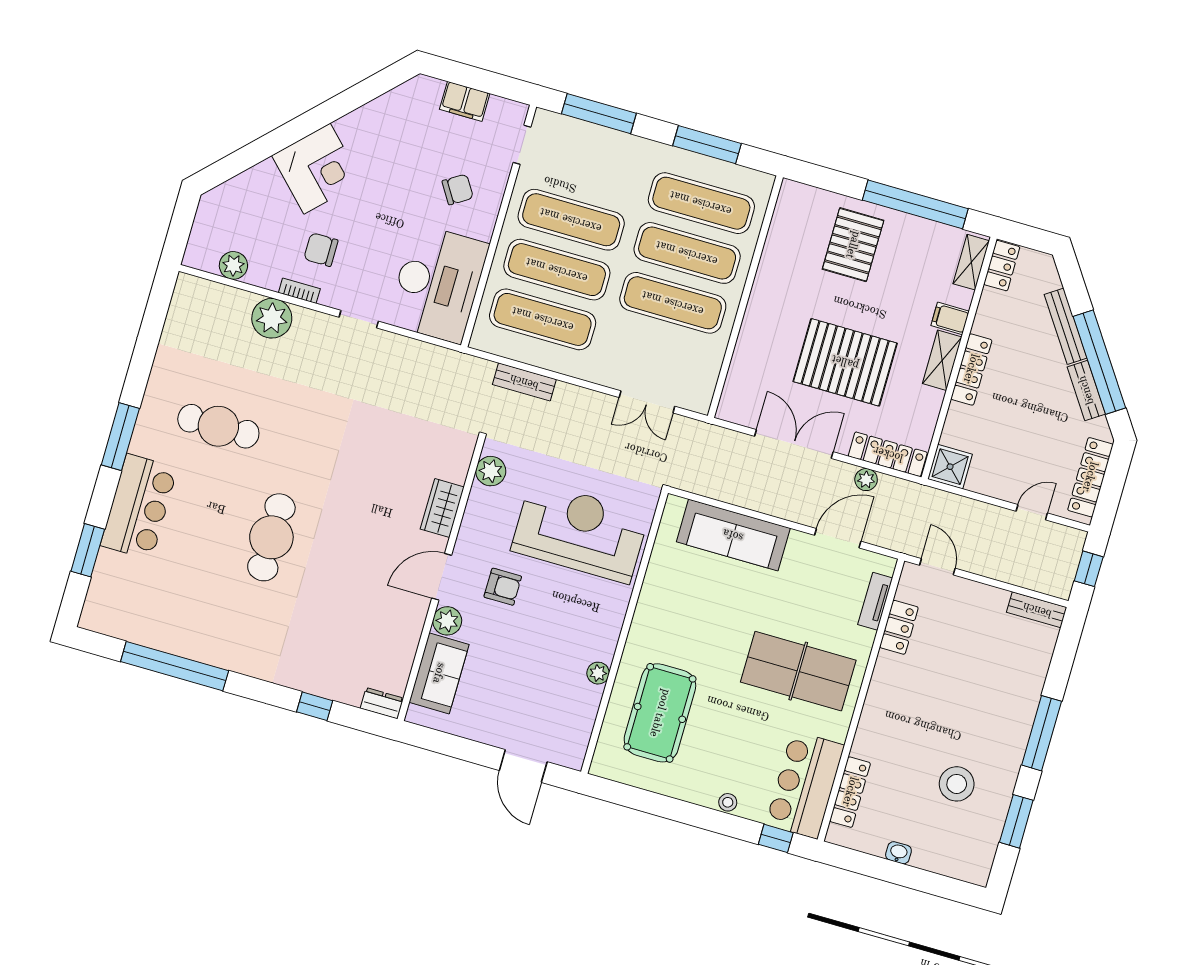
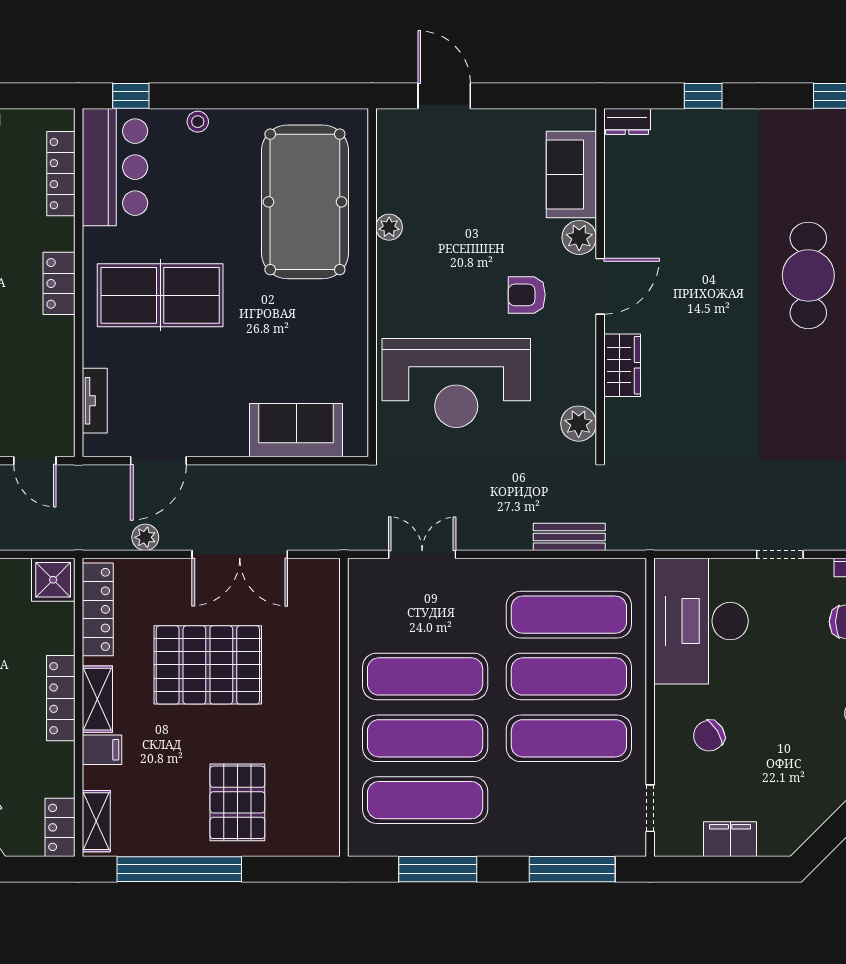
locker: (888, 454) -> (98, 609), moved, turned -90
sofa: (733, 535) -> (296, 430), width x0.73
locker: (899, 627) -> (59, 283), moved
pool table: (660, 713) -> (305, 202), width x1.36, depth x1.32

